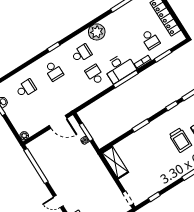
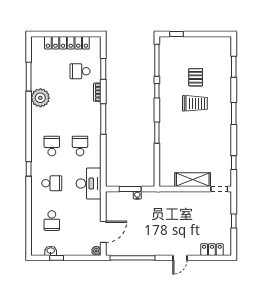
plant: (97, 32) -> (40, 98), moved
school desk: (150, 40) -> (80, 71), turned 180
desk: (119, 68) -> (89, 184), moved
school desk: (95, 75) -> (80, 146), turned 90
school desk: (26, 89) -> (52, 221), turned 180
door: (58, 122) -> (103, 232), moved
shelving: (115, 162) -> (193, 180), moved

